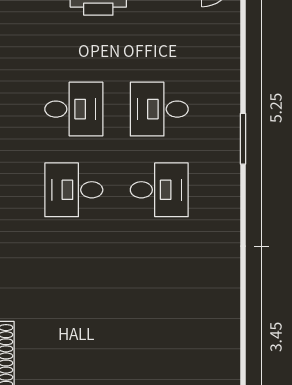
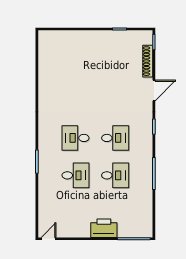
desk: (74, 109) -> (115, 175), turned 180

